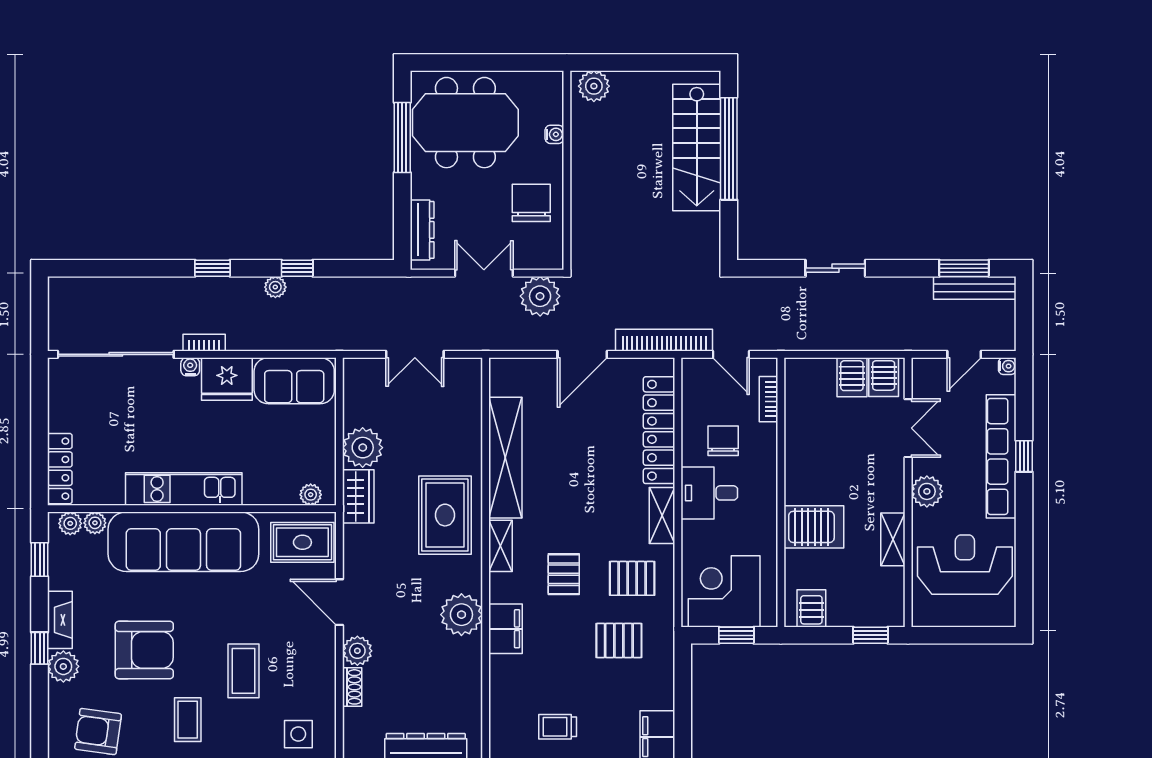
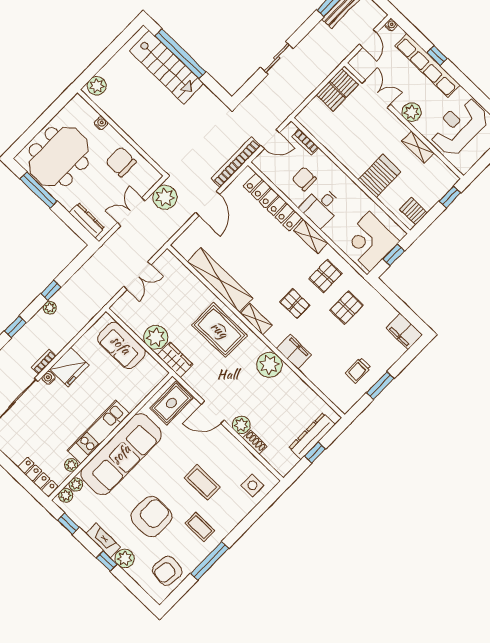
sofa: (294, 381) -> (121, 345), moved, turned 90
plant: (311, 495) -> (71, 465), moved

